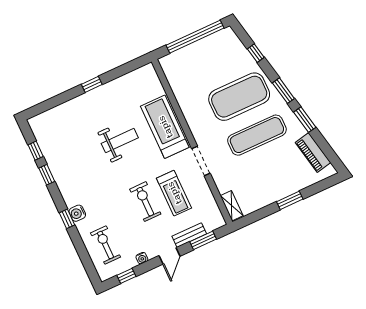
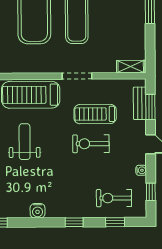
window: (47, 175) -> (115, 222), moved
treadmill: (174, 193) -> (95, 114), turned 180
water cooler: (77, 213) -> (38, 211), moved
bench: (189, 235) -> (140, 103), moved

